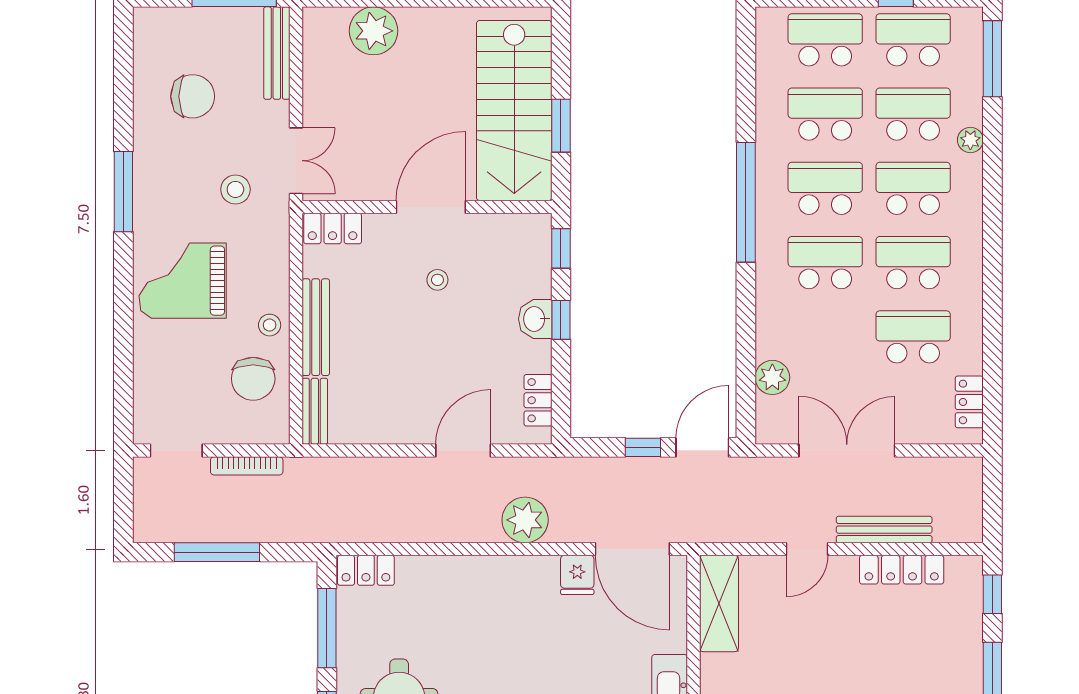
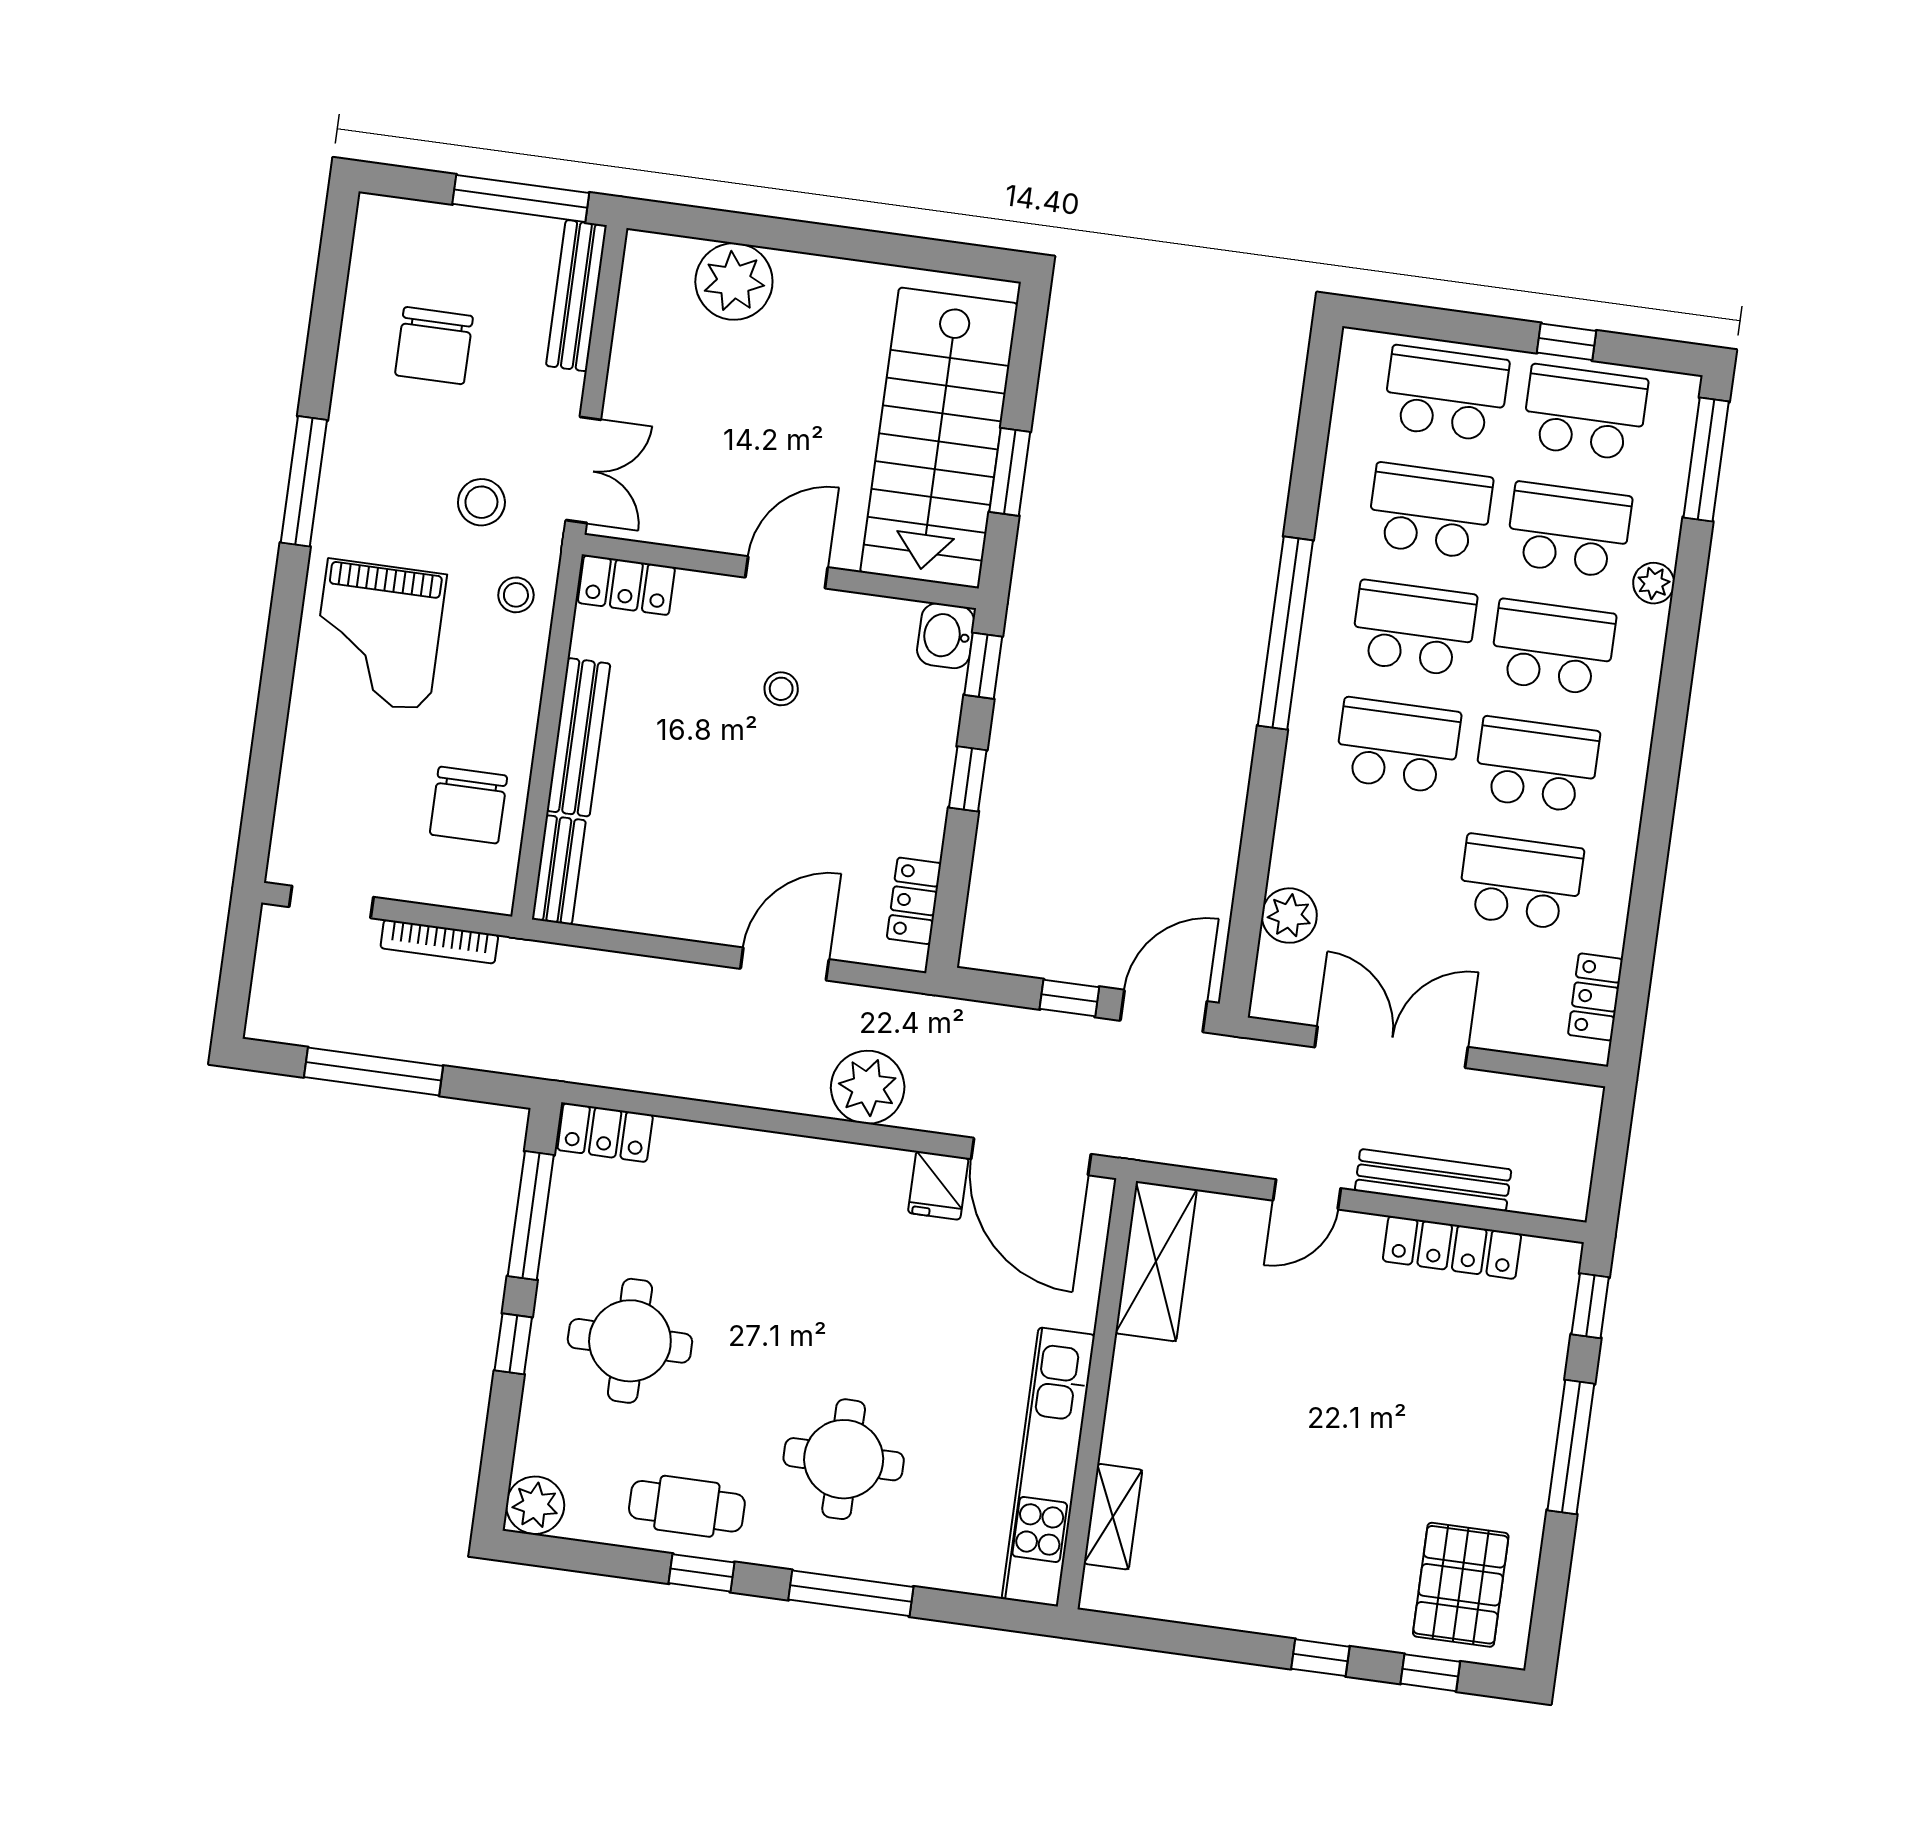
chair: (193, 96) -> (434, 346), turned 90
door: (431, 207) -> (787, 572), width x0.73
grand piano: (183, 281) -> (378, 635), turned -90
washbasin: (535, 319) -> (946, 636), moved
stool: (270, 325) -> (516, 595), moved

